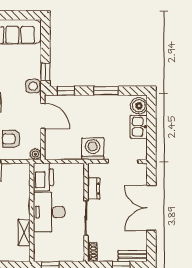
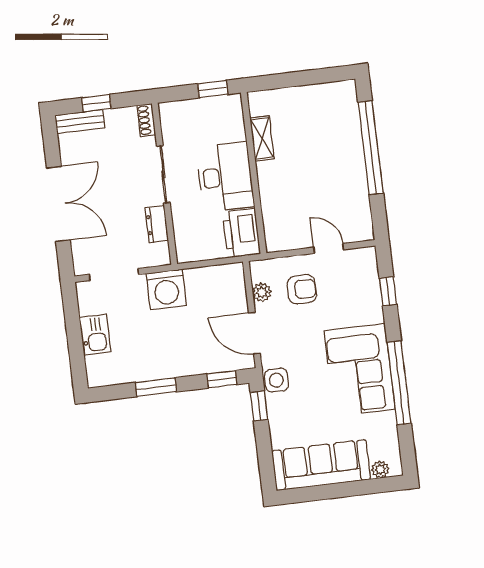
boiler: (139, 106) -> (99, 369), removed
plant: (35, 154) -> (262, 292), moved

